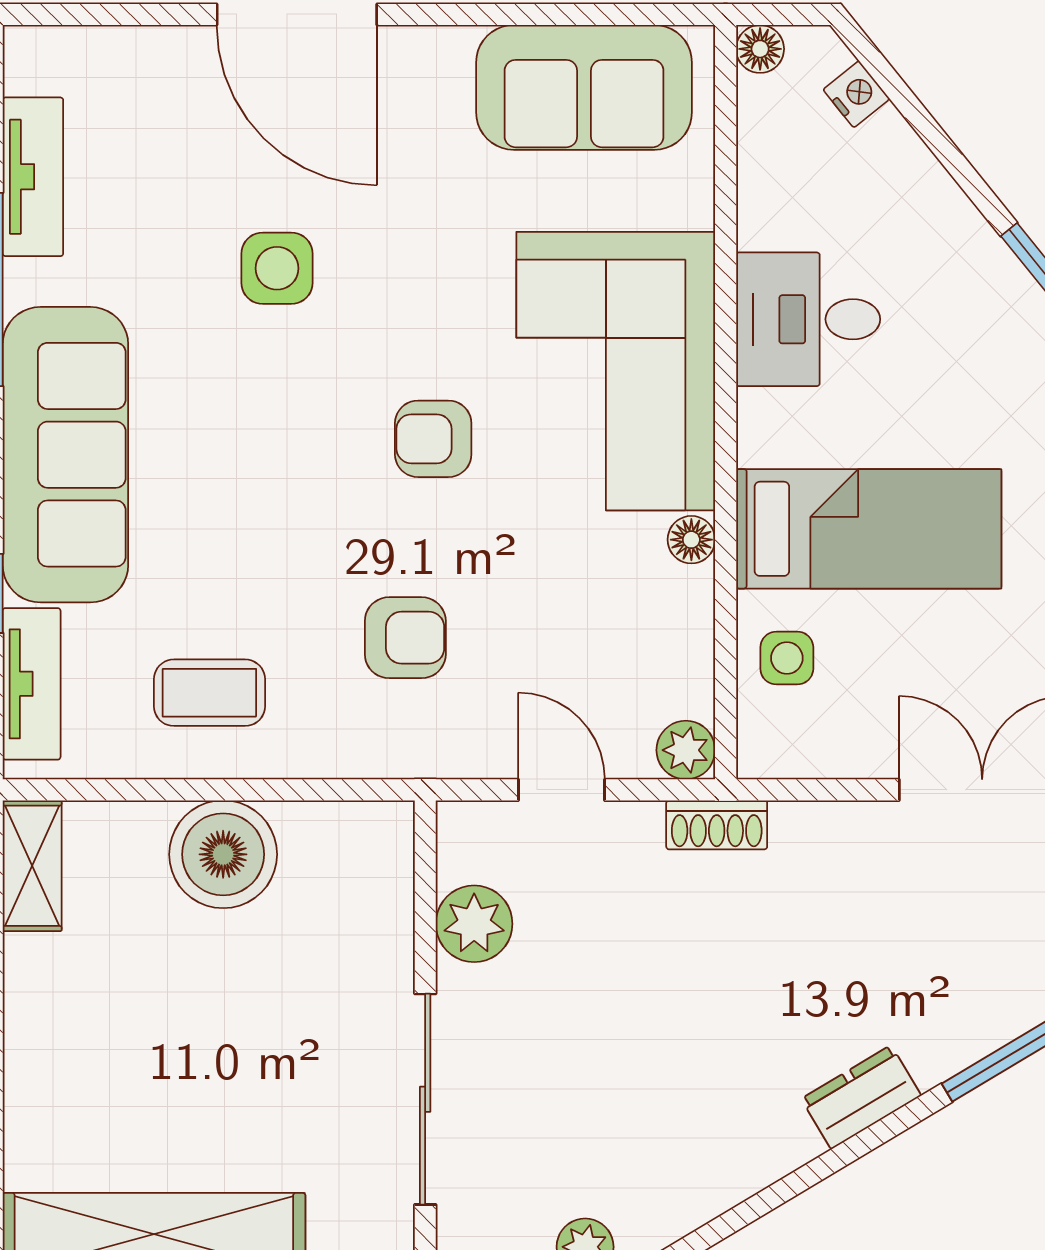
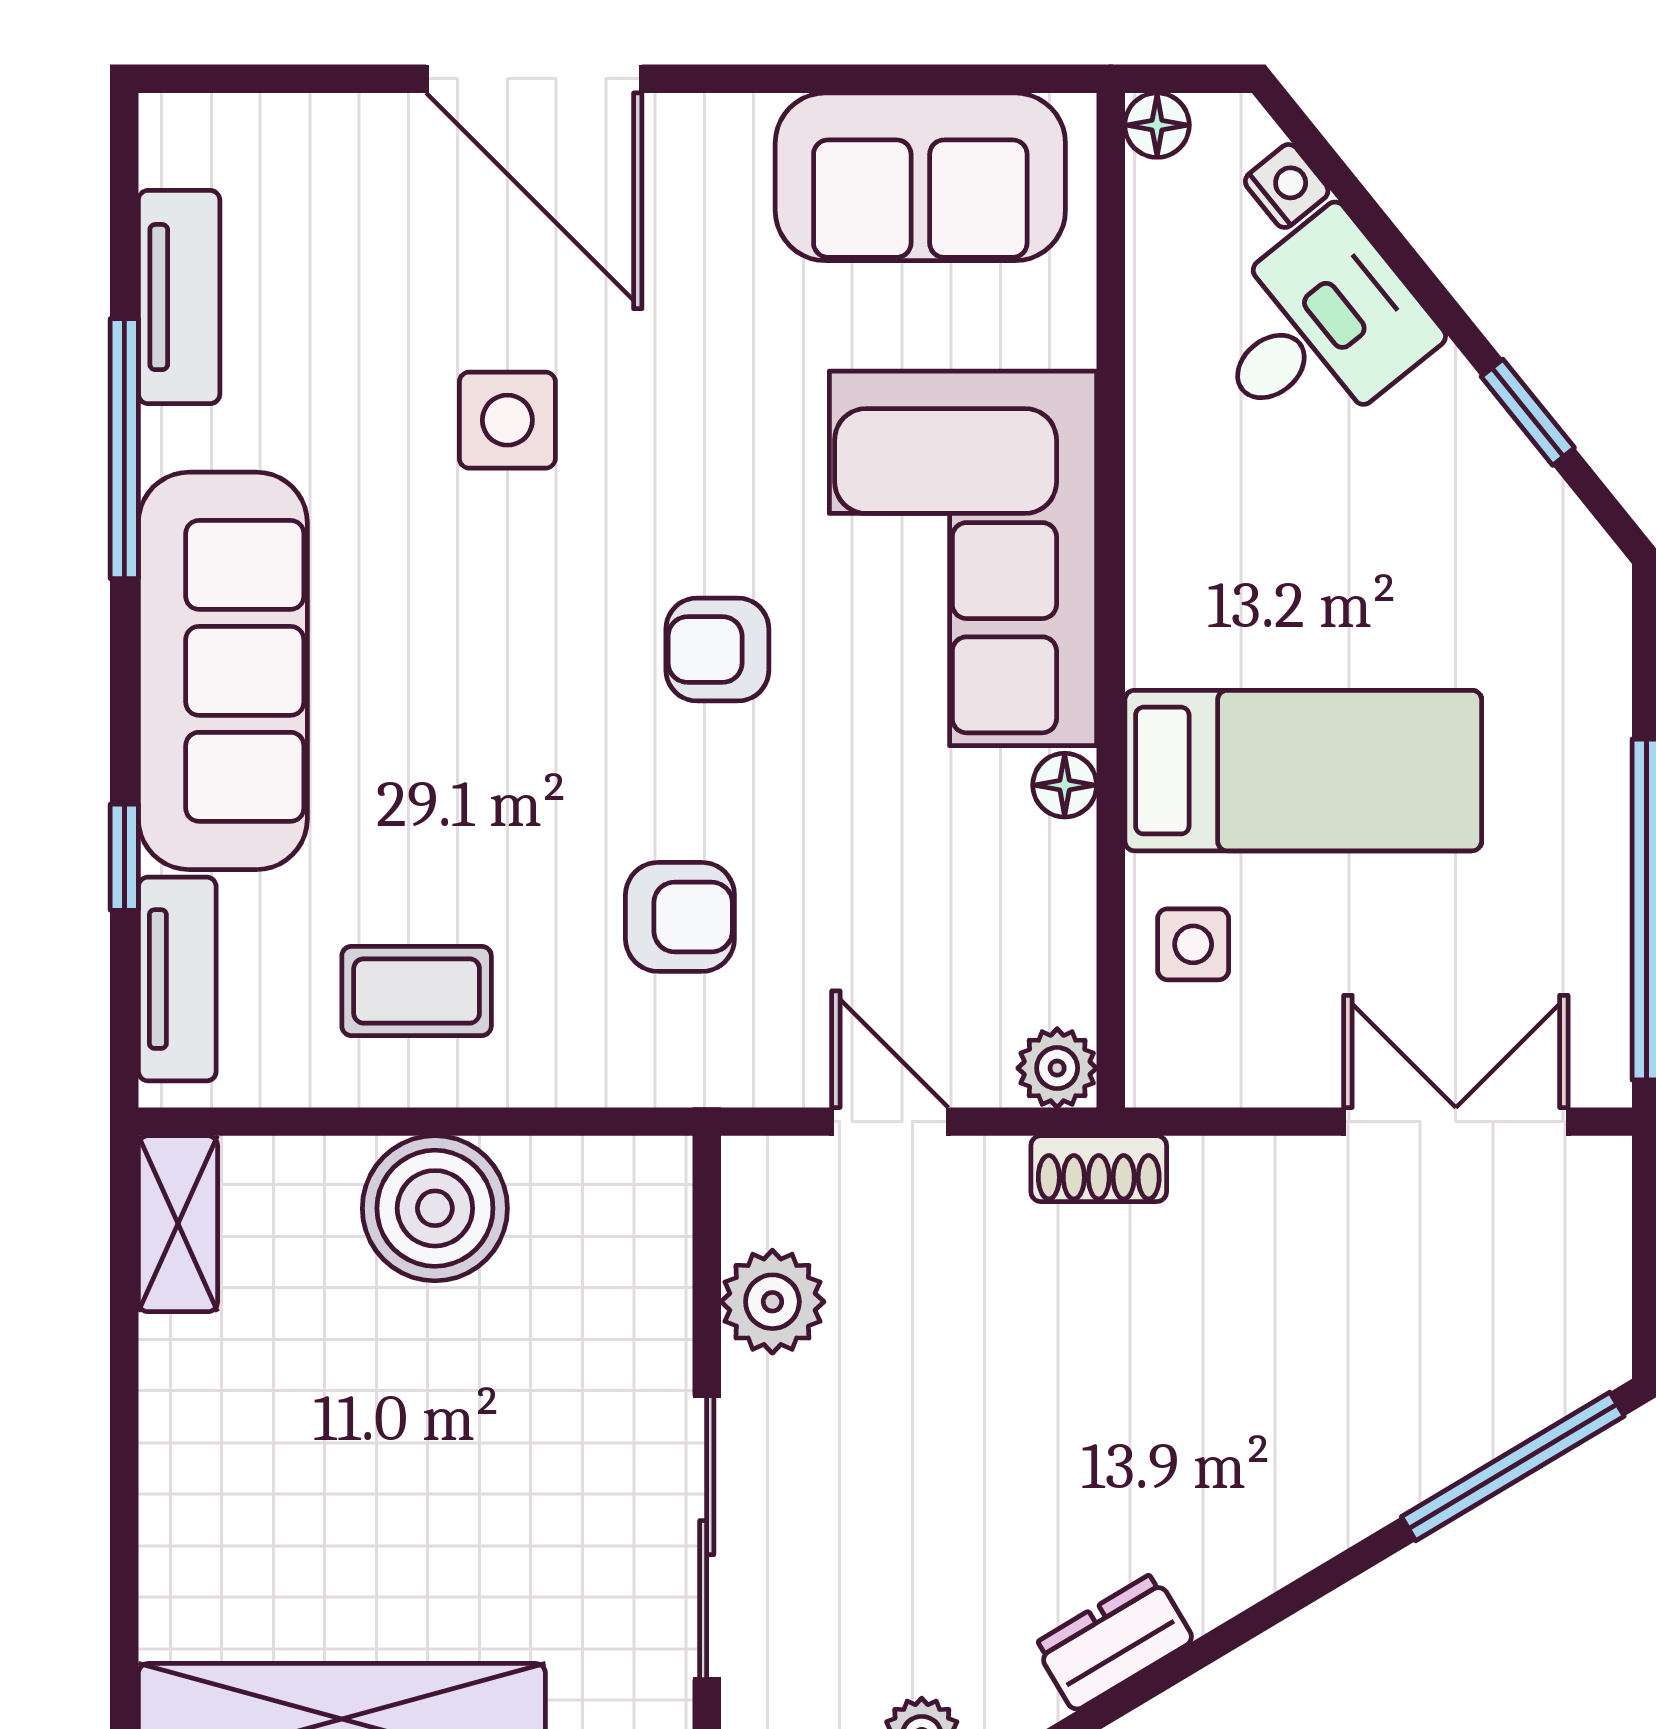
desk: (808, 319) -> (1318, 329), moved, turned 141
dresser: (861, 1097) -> (1114, 1642), moved

